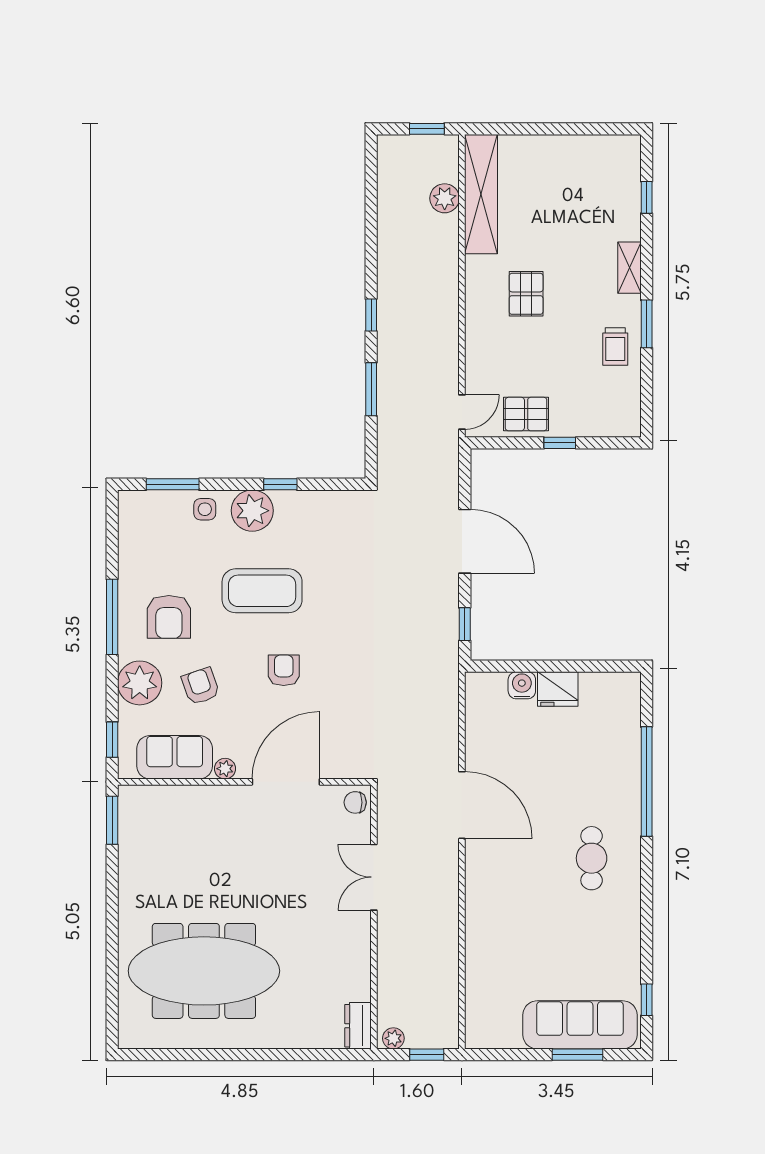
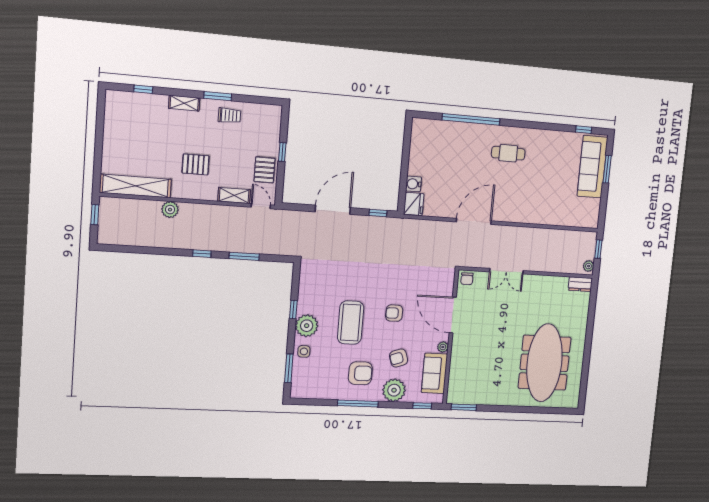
plant: (445, 198) -> (170, 210), moved
shelving: (477, 364) -> (234, 195), added
fridge: (558, 689) -> (414, 204), moved

